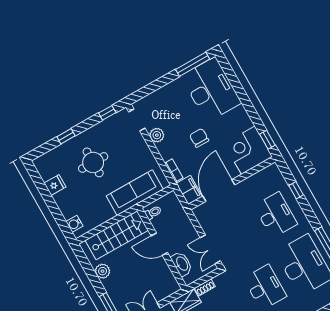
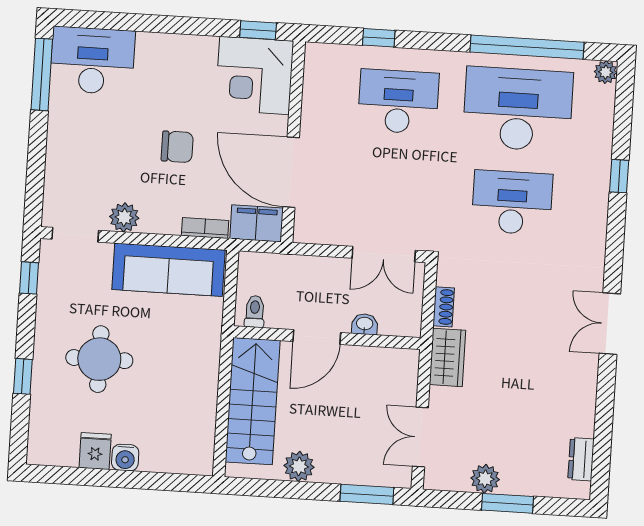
desk: (211, 90) -> (92, 61), width x0.73, depth x0.77
chair: (199, 138) -> (177, 147), turned 180
sofa: (135, 193) -> (168, 270), moved, turned -90
water cooler: (74, 224) -> (125, 458), moved
washbasin: (182, 264) -> (365, 324), width x0.52, depth x0.69

